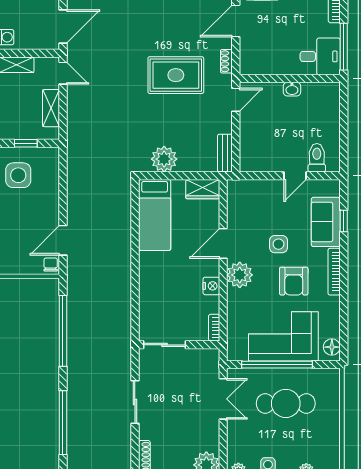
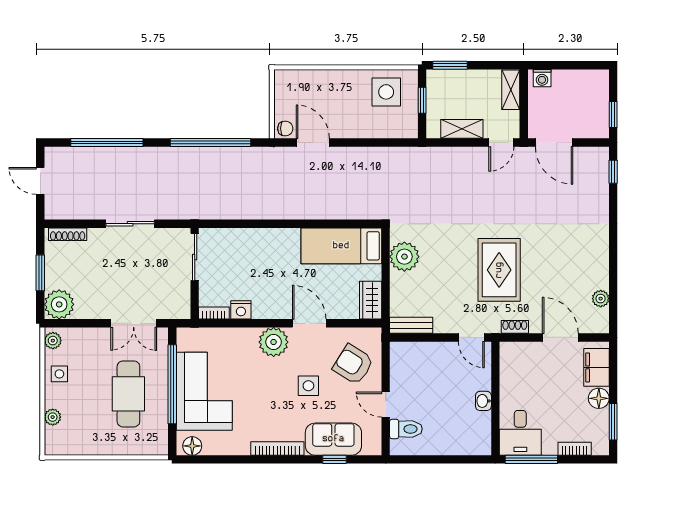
armchair: (294, 281) -> (353, 364), moved, turned 32
nightstand: (211, 286) -> (241, 310), moved

